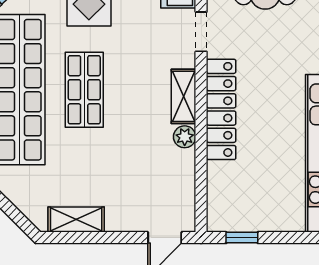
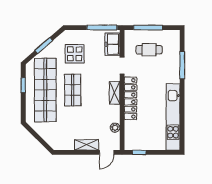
plant: (185, 137) -> (115, 128), moved
shelving: (76, 220) -> (87, 145), moved

